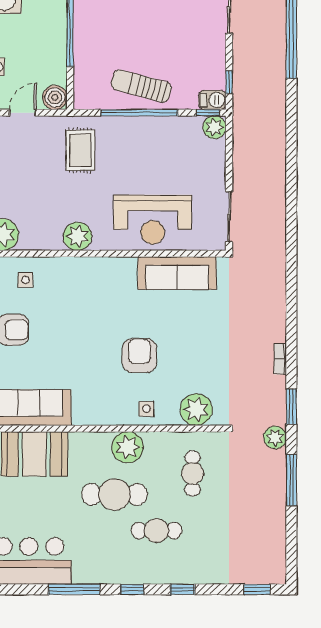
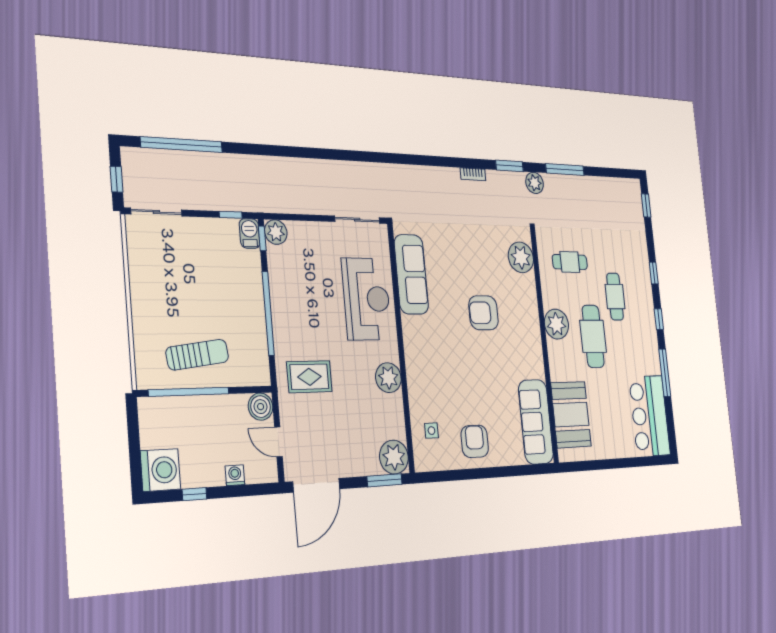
sun lounger: (141, 86) -> (197, 355), moved, turned -112
side table: (146, 409) -> (525, 306), removed

